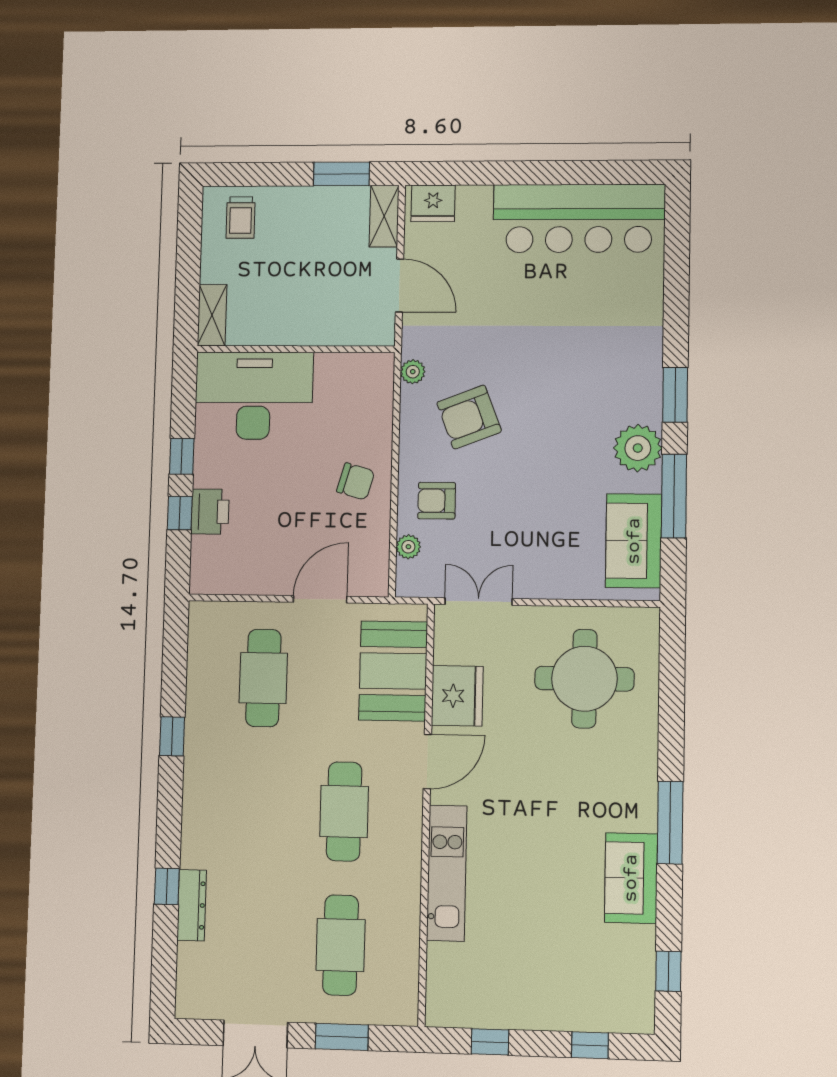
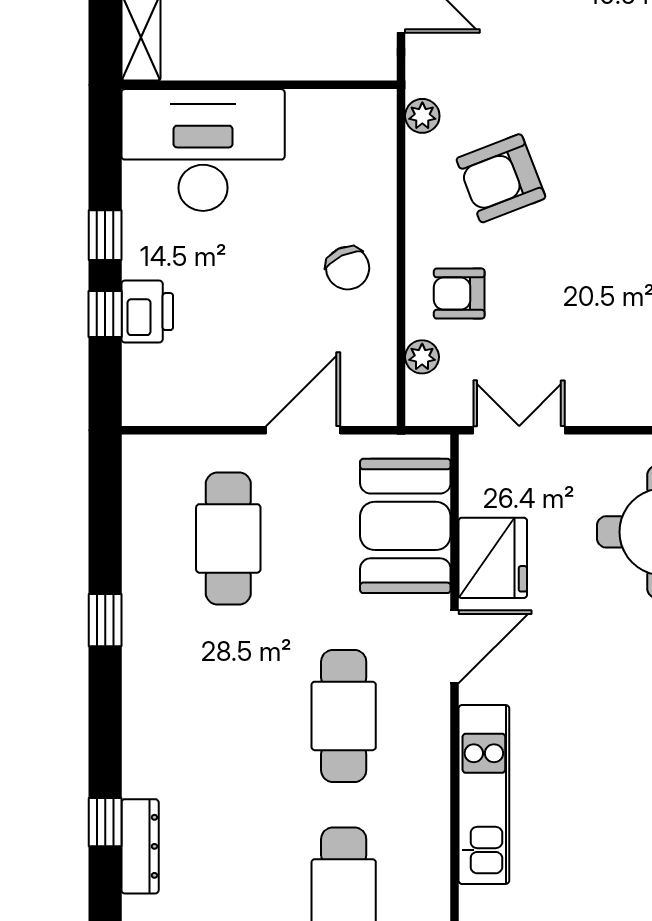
chair: (356, 481) -> (348, 268), turned 49

